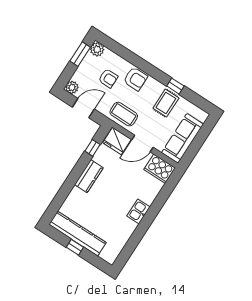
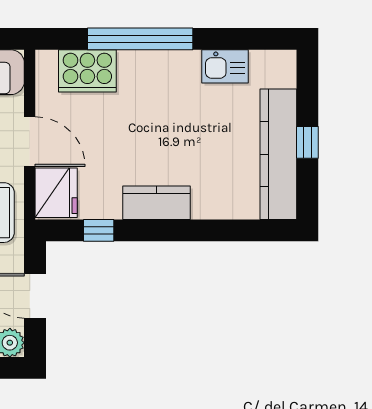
cooker: (160, 169) -> (87, 71), moved, turned 90
window: (154, 210) -> (140, 39), added
kitchen sink: (138, 211) -> (225, 66), moved

